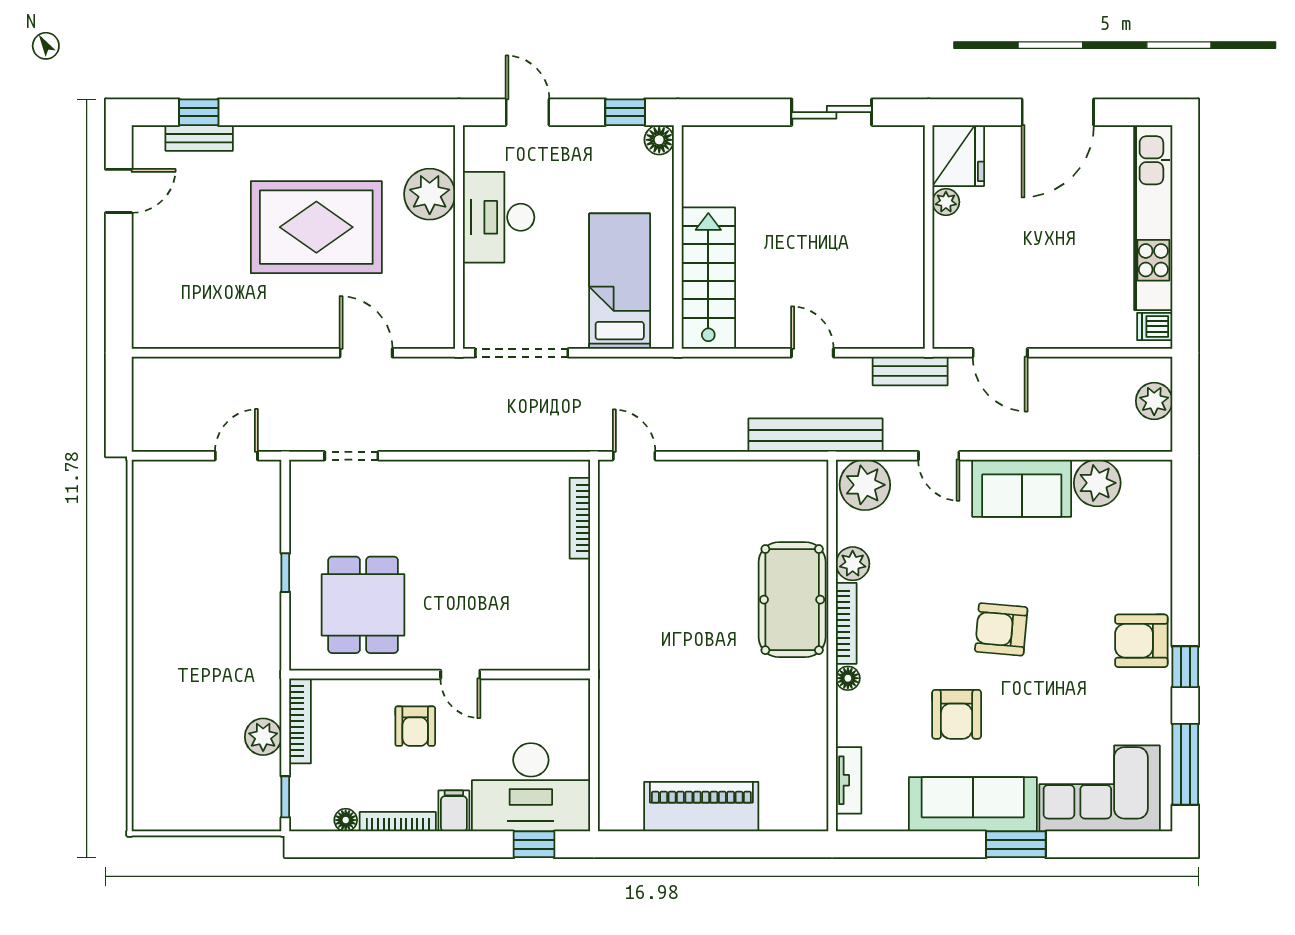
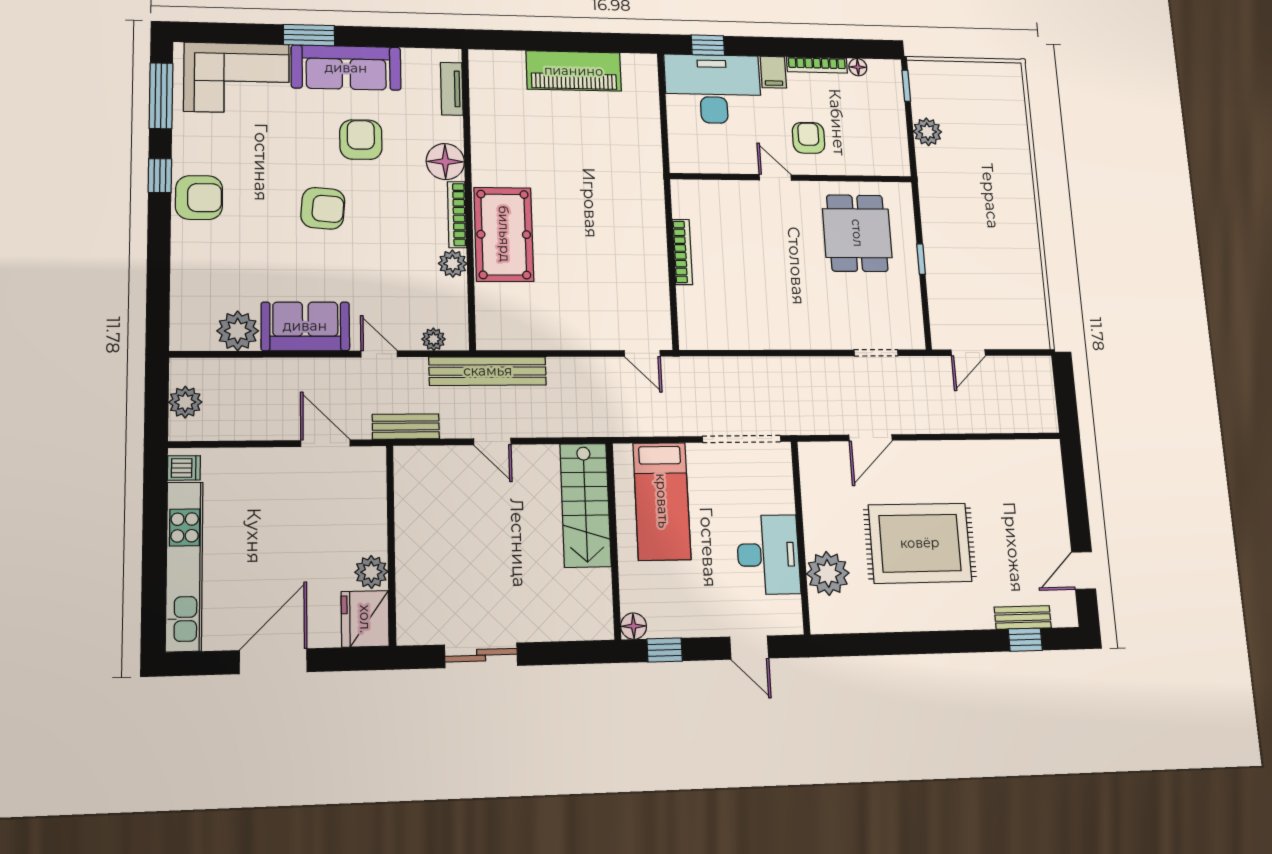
plant: (946, 202) -> (371, 572), width x1.38, depth x1.38
door: (366, 353) -> (871, 438), hinge flipped
plant: (865, 485) -> (434, 339), width x0.53, depth x0.53
bookcase: (580, 518) -> (682, 252), moved
floor lamp: (848, 678) -> (445, 162), width x1.89, depth x1.89
bookcase: (300, 721) -> (900, 143), removed

